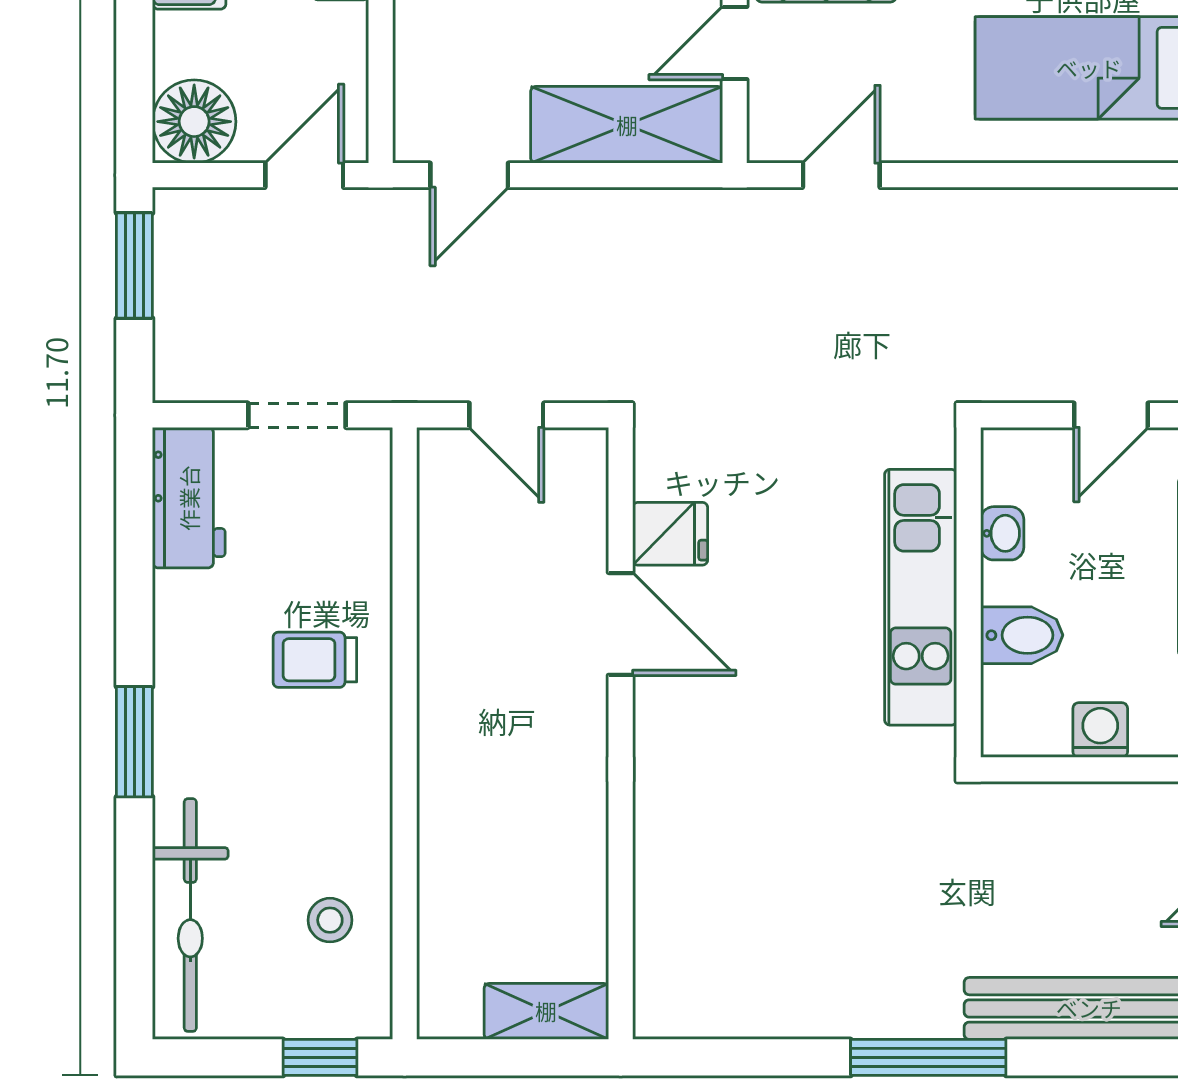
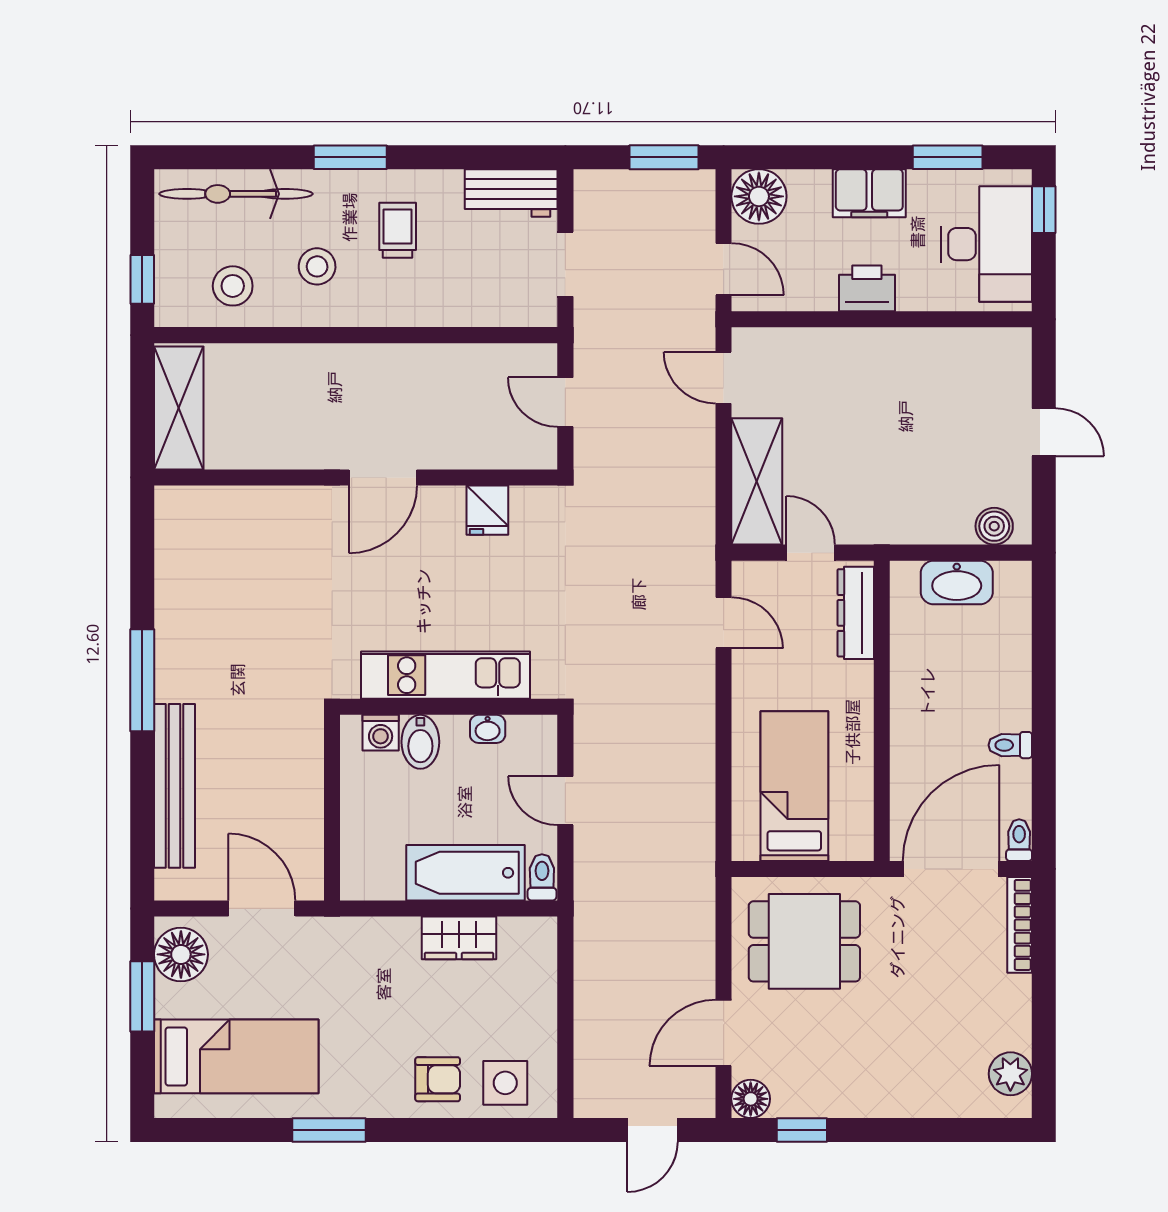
door: (506, 415) -> (565, 402), hinge flipped
door: (621, 624) -> (383, 477), moved
trolley: (315, 660) -> (398, 230), moved
washing machine: (1100, 730) -> (381, 733), moved, turned 90
stool: (300, 792) -> (317, 266), added
stool: (330, 920) -> (233, 286), width x1.37, depth x1.37
shelving: (546, 1011) -> (179, 408), width x1.50, depth x1.33

